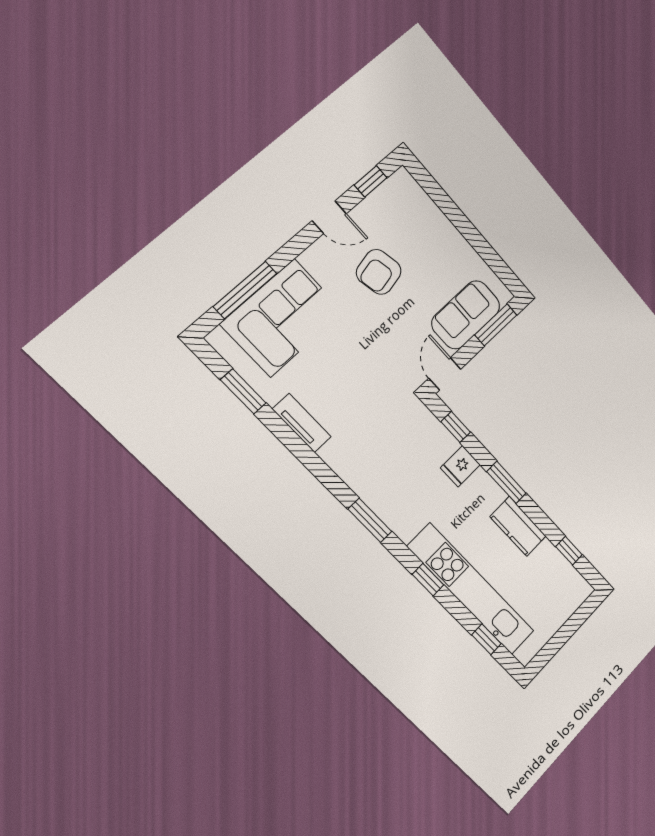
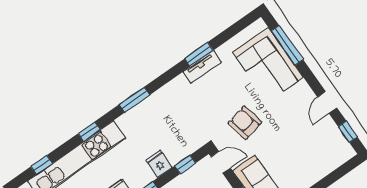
armchair: (379, 272) -> (245, 123), moved
window: (243, 391) -> (199, 54), moved

